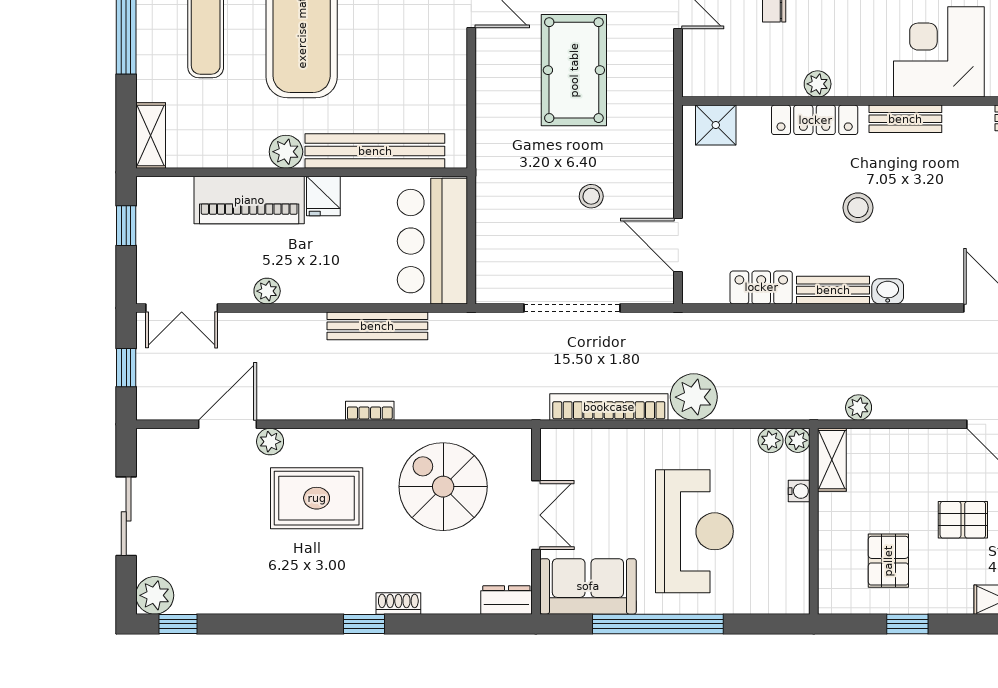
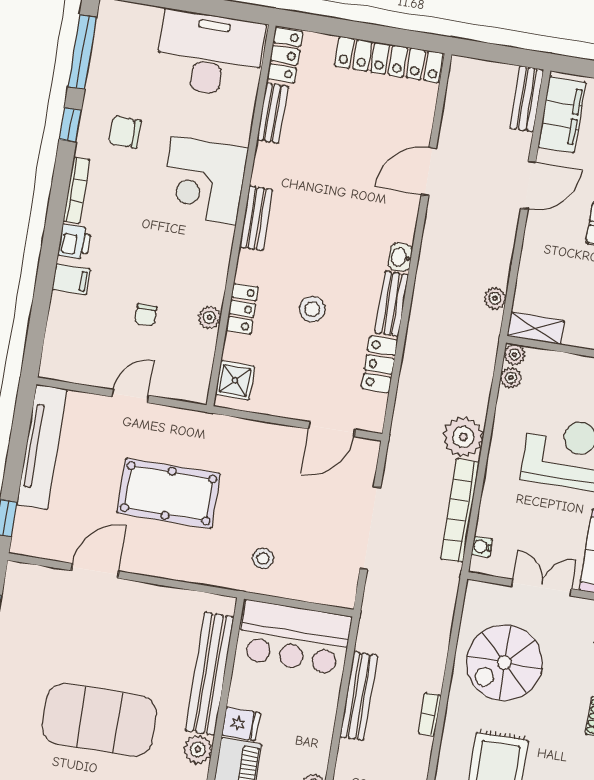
plant: (818, 84) -> (209, 317), moved
locker: (815, 120) -> (242, 309), width x0.66
stool: (591, 196) -> (263, 558), moved
stool: (858, 208) -> (312, 309), moved
water cooler: (799, 491) -> (482, 547), moved, turned -90

